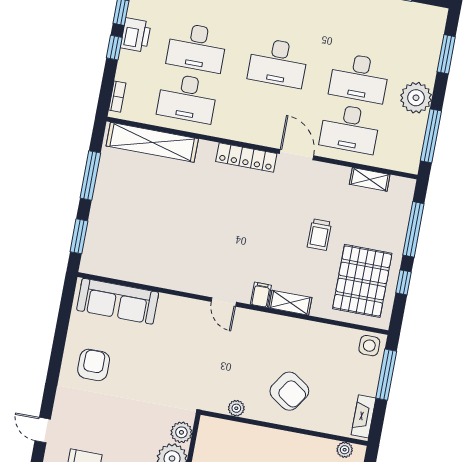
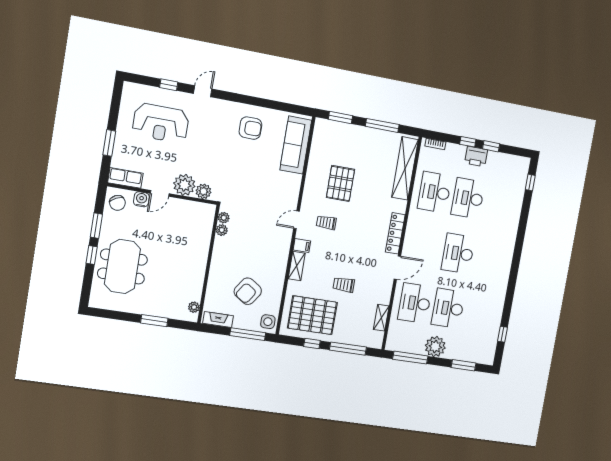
pallet: (173, 237) -> (340, 183), added
trolley: (229, 259) -> (326, 223), added
armchair: (289, 391) -> (248, 291), moved
plant: (219, 405) -> (224, 218), added

